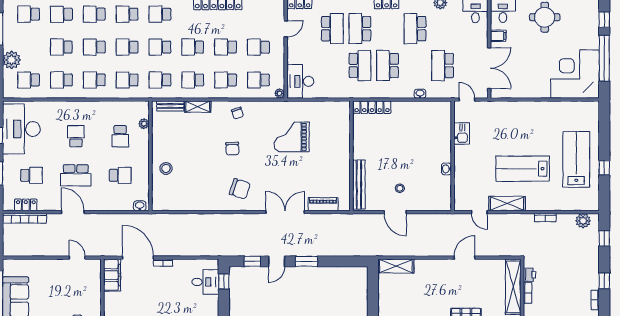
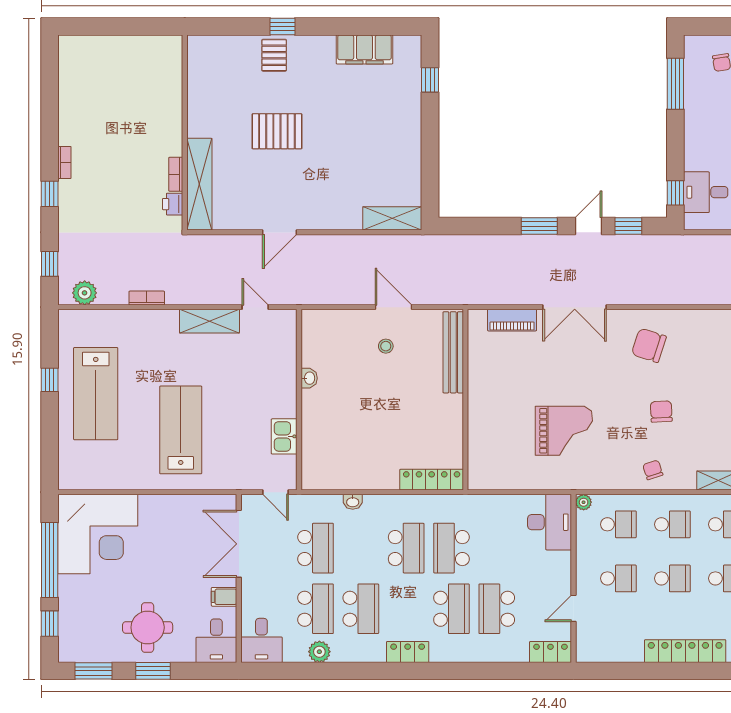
school desk: (443, 29) -> (316, 609), added
lab bench: (523, 169) -> (181, 430), moved, turned -90

